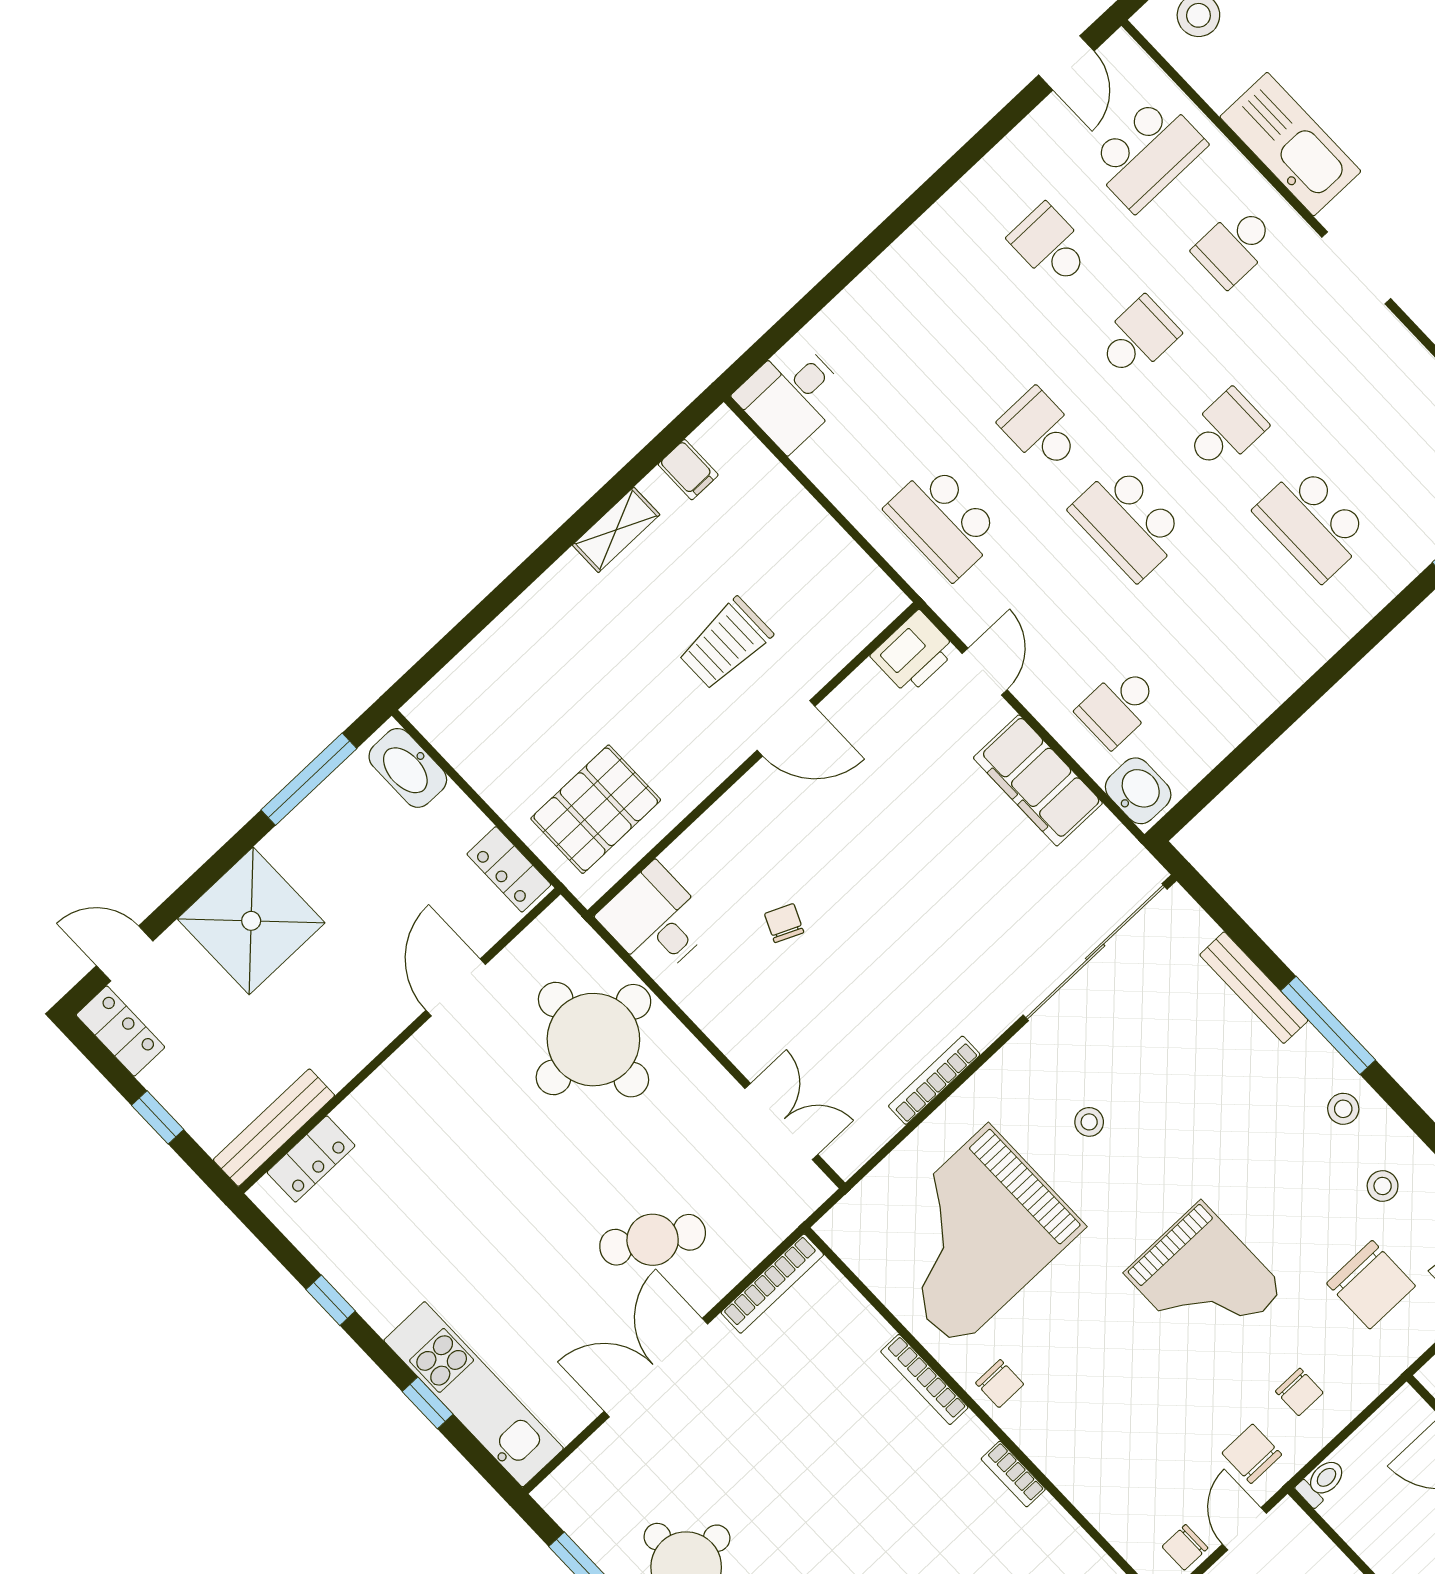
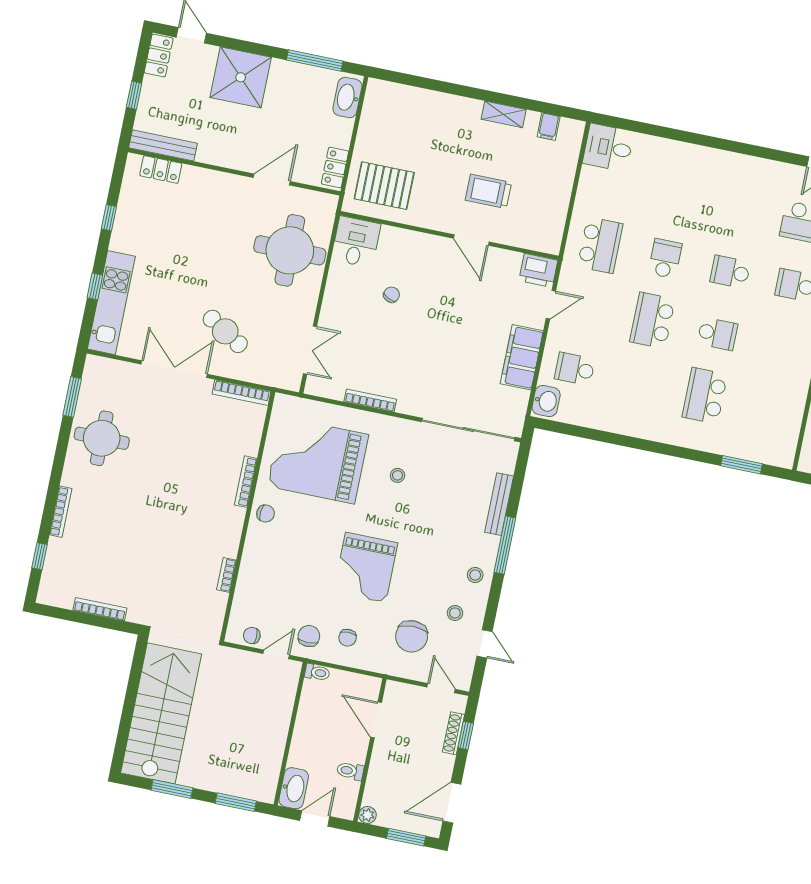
school desk: (1050, 245) -> (743, 210), removed
school desk: (1138, 338) -> (730, 272), turned 180
school desk: (944, 522) -> (600, 245), turned 180
chair: (1000, 1384) -> (266, 513), turned -87
bookcase: (1013, 1474) -> (226, 575), moved

